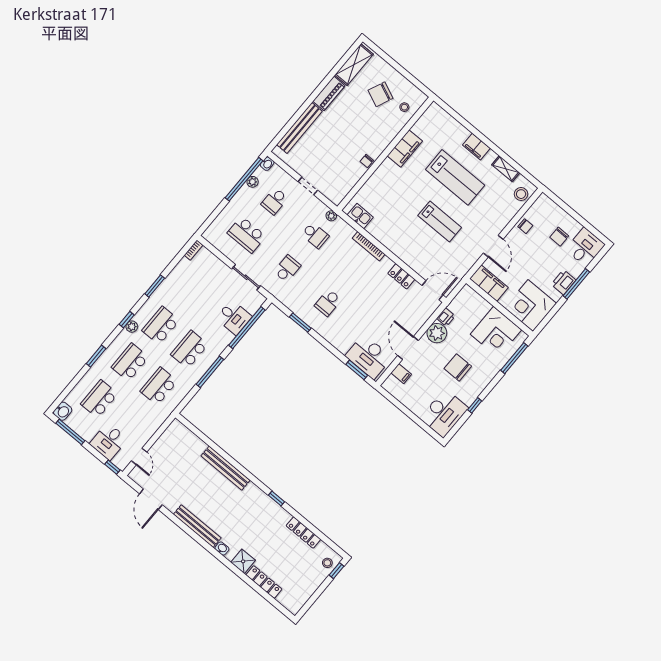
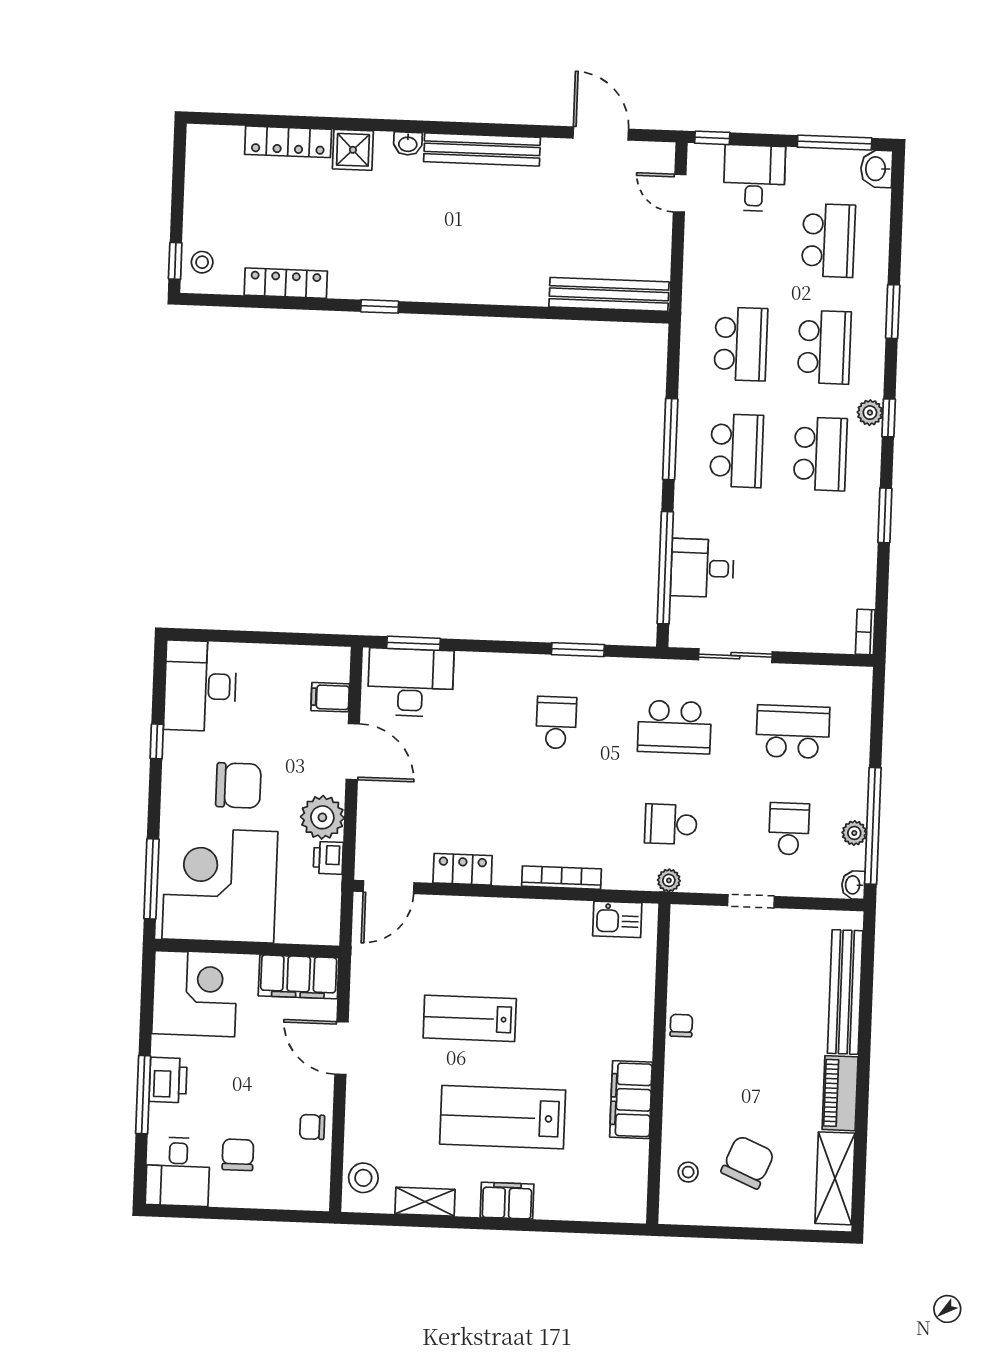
school desk: (287, 269) -> (674, 727), width x1.85
corner desk: (496, 332) -> (220, 885), width x1.36, depth x1.36
bench: (226, 468) -> (609, 294), moved

